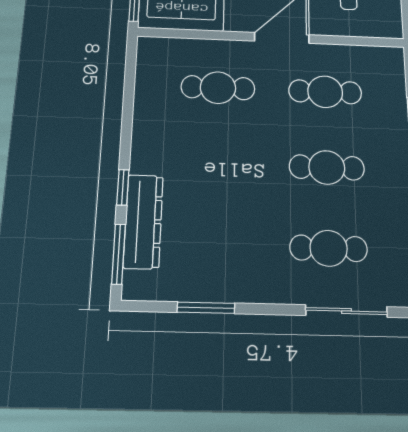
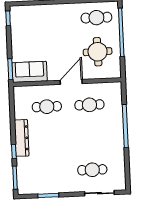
cafe table: (327, 167) -> (91, 137), removed
dresser: (143, 221) -> (22, 138), moved

